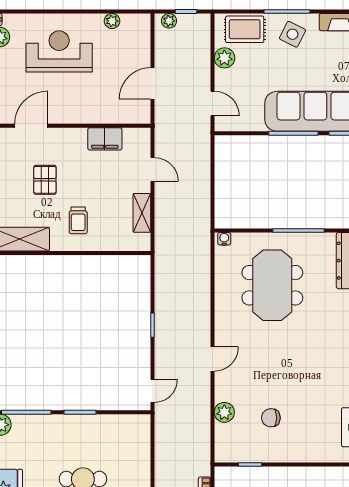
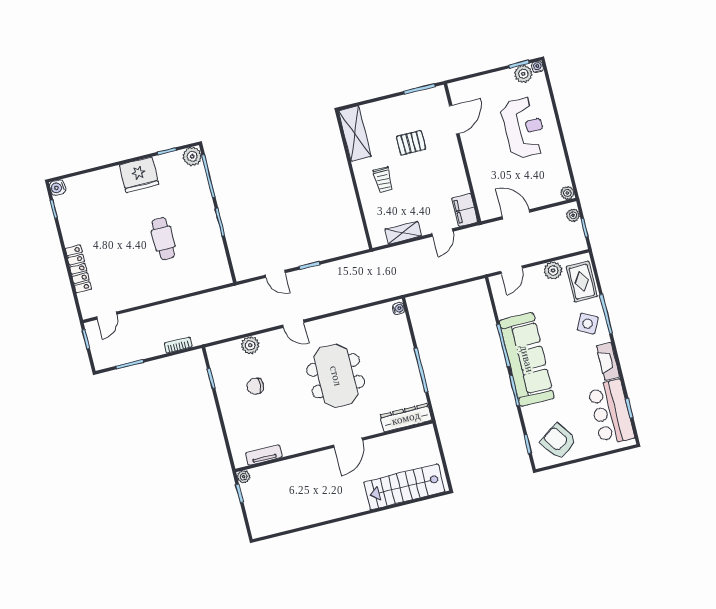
plant: (112, 21) -> (567, 193), moved
door: (31, 126) -> (454, 120), hinge flipped
filing cabinet: (105, 139) -> (465, 210), moved
trolley: (78, 220) -> (383, 180), turned -90
meeting table: (272, 285) -> (336, 376), moved, turned 90
door: (152, 391) -> (275, 274), moved
chair: (271, 418) -> (255, 386), turned -90

